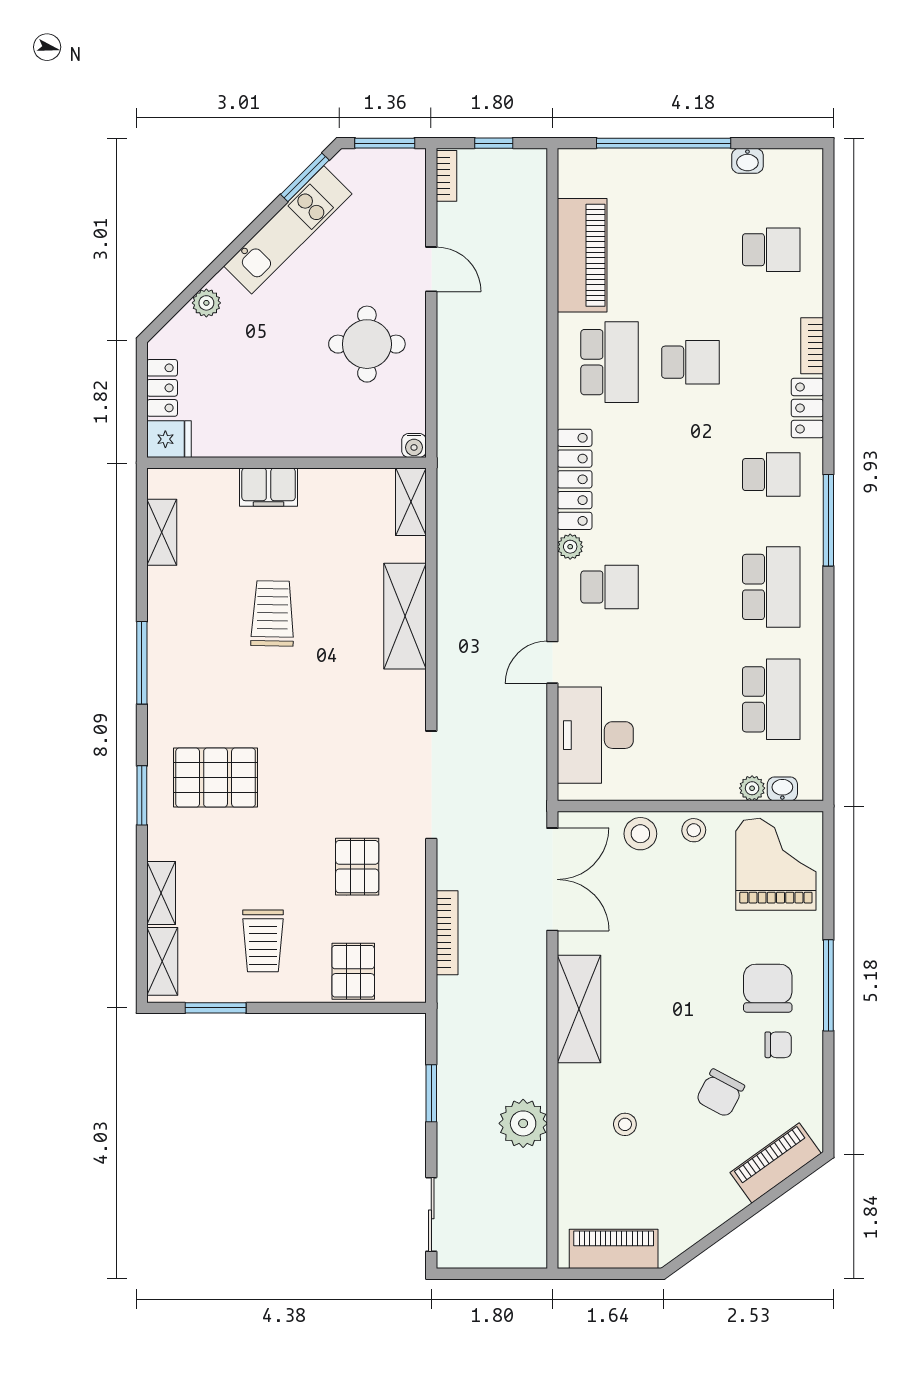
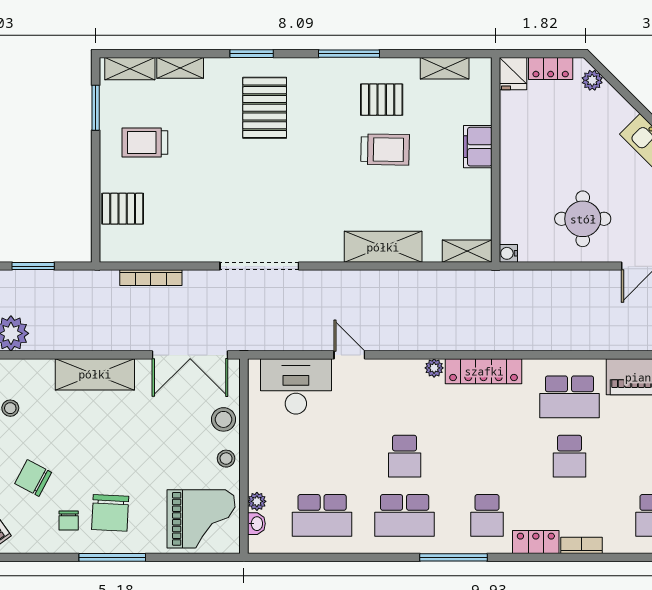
plant: (206, 303) -> (592, 80), moved
school desk: (610, 587) -> (405, 456), moved
pallet: (357, 867) -> (382, 100), moved
chair: (768, 988) -> (110, 513), turned 93

